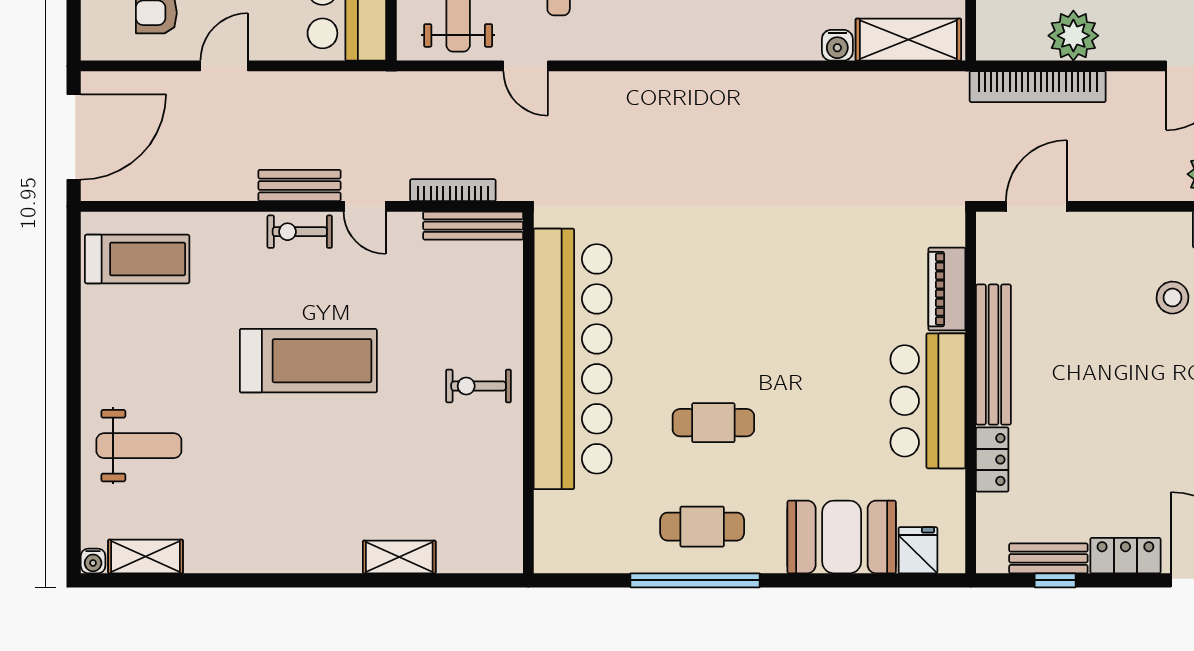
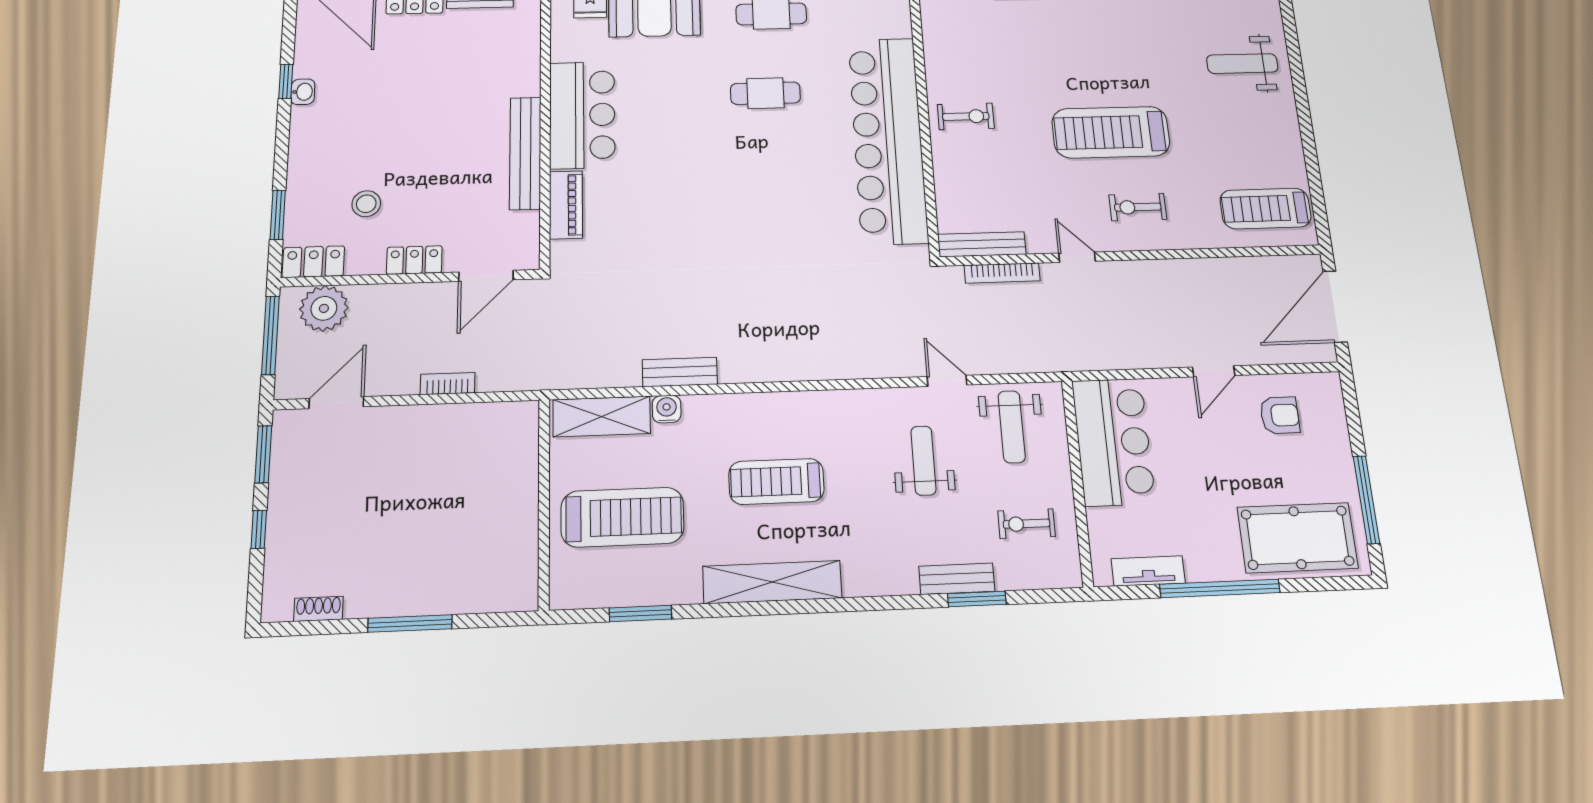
plant: (1073, 36) -> (449, 426), removed
bookcase: (1038, 87) -> (448, 384), width x0.43, depth x0.76
bench: (300, 185) -> (680, 372), moved
exercise bike: (300, 232) -> (1138, 207), moved, turned 180
locker: (992, 460) -> (414, 260), moved, turned 90

